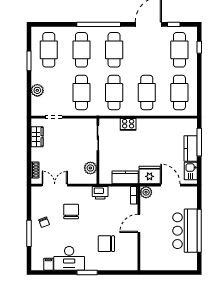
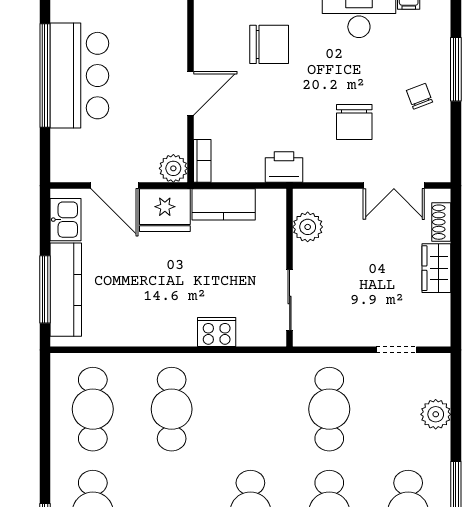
cafe table: (114, 92) -> (250, 409), removed
wardrobe: (37, 137) -> (436, 268), moved
kitchen counter: (191, 148) -> (66, 290), width x1.50

